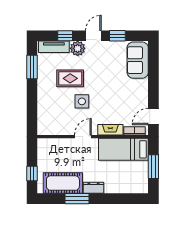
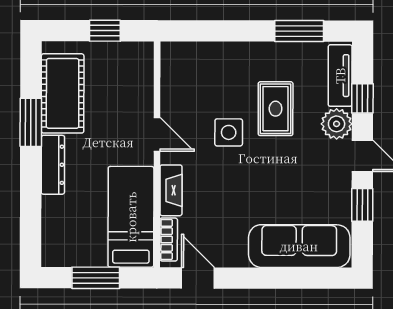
sofa: (138, 60) -> (299, 246), width x1.36
window: (32, 173) -> (105, 31), moved
dresser: (94, 188) -> (53, 165), width x1.44

